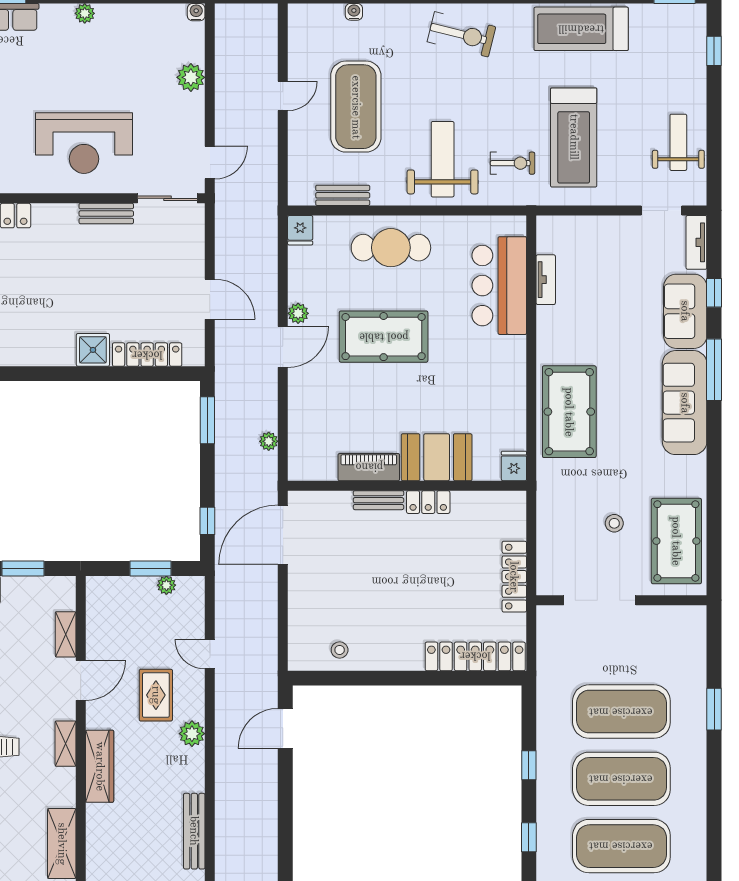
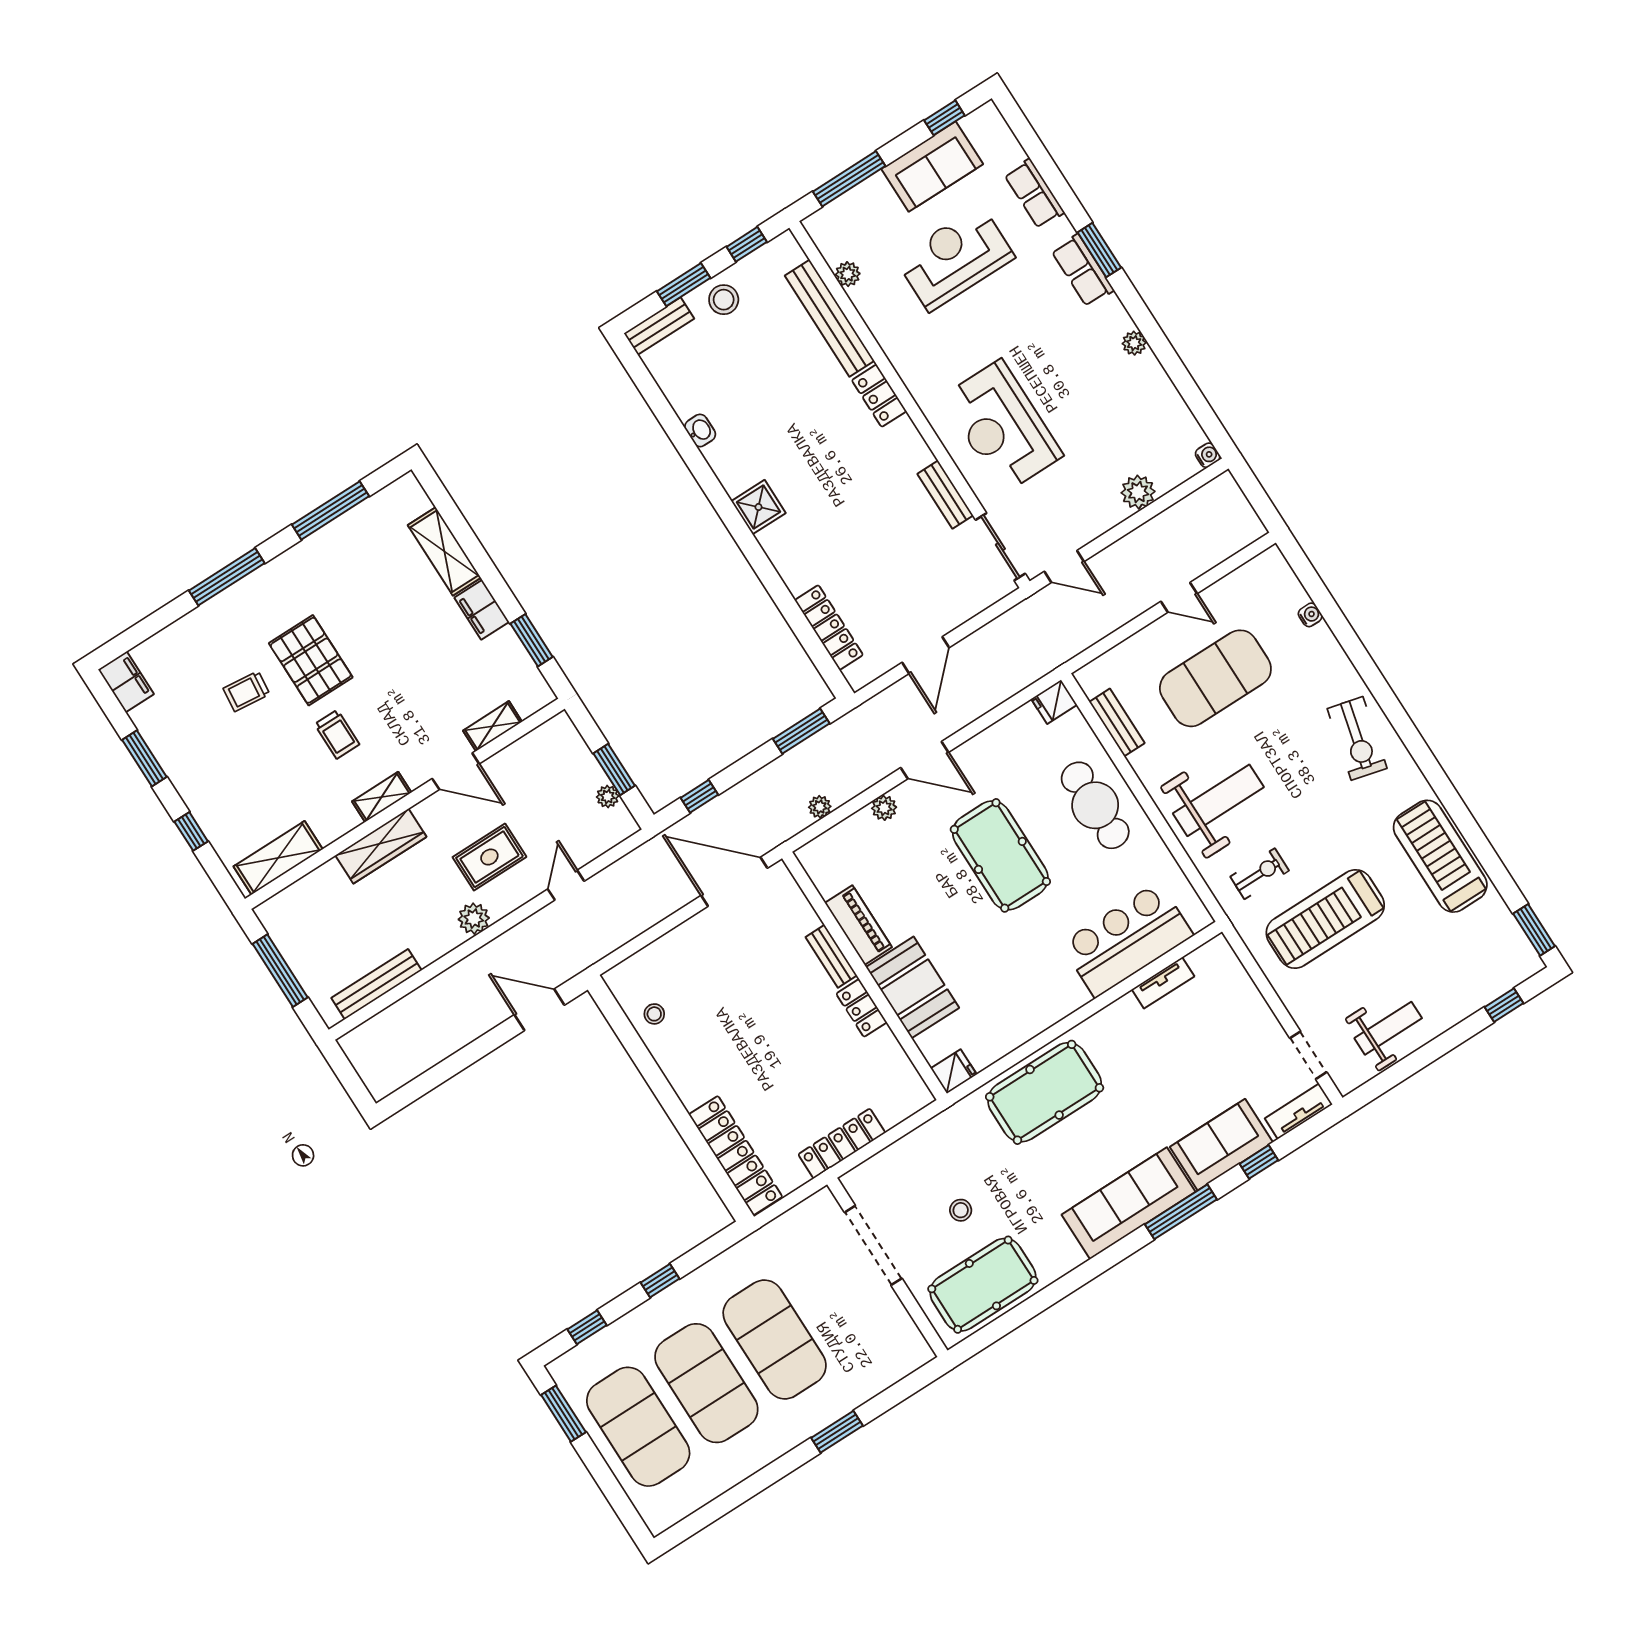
exercise bike: (512, 163) -> (1260, 874), turned -90
plant: (298, 313) -> (884, 808), moved
shower: (93, 350) -> (759, 507), moved

